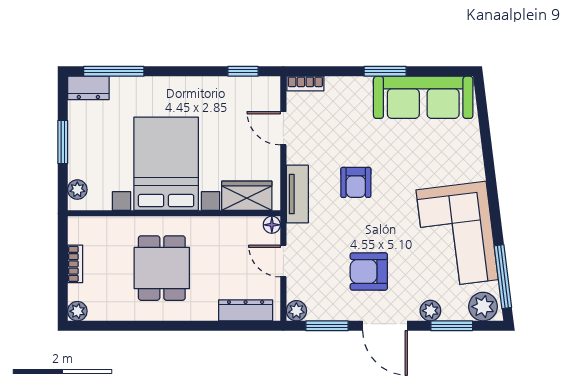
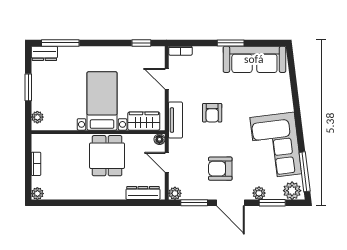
bed with nightstands: (166, 164) -> (102, 101), width x0.73
dining table: (162, 268) -> (107, 156), moved

